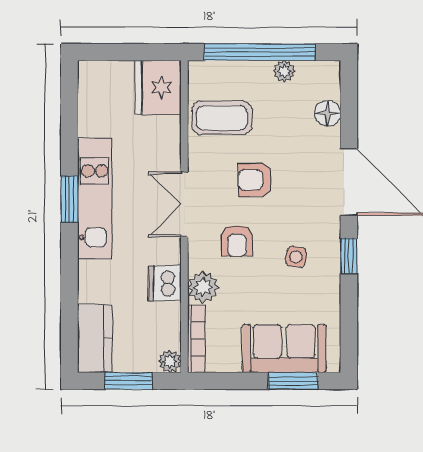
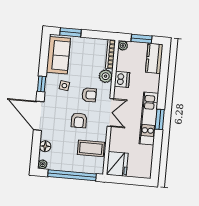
plant: (284, 71) -> (43, 164), moved
armchair: (255, 180) -> (79, 120), turned 90
armchair: (237, 241) -> (89, 95), turned 90
sofa: (284, 348) -> (58, 55), moved, turned -90

